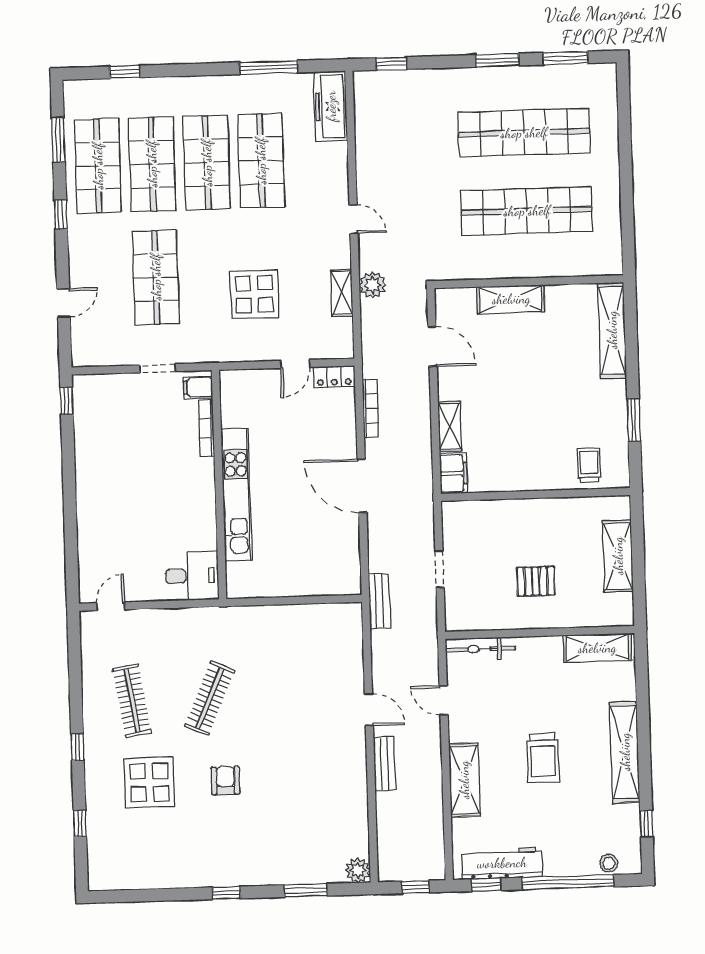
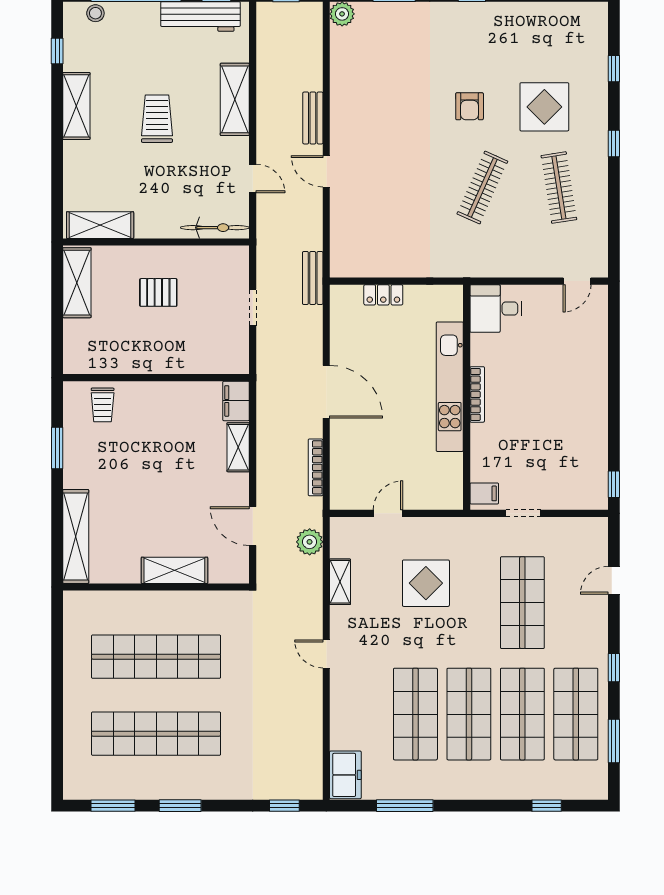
freezer: (331, 106) -> (345, 775), width x0.71
plant: (373, 285) -> (310, 542), moved
locker: (334, 377) -> (383, 295), moved, turned 180
bookcase: (206, 428) -> (477, 394), moved
shelving: (618, 556) -> (77, 283), moved
shelving: (625, 752) -> (76, 106), width x0.68

